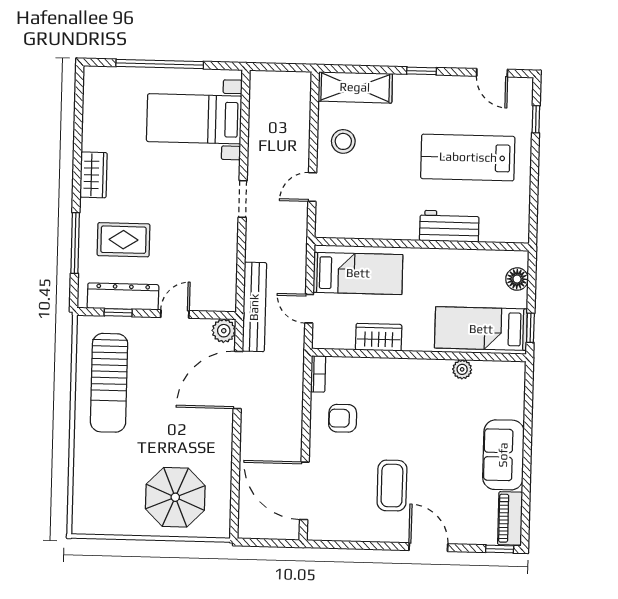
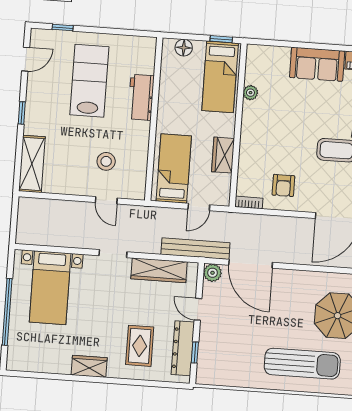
stool: (343, 141) -> (106, 161), moved
lab bench: (468, 157) -> (89, 81), turned 180
window: (75, 243) -> (140, 383), removed
wardrobe: (224, 260) -> (159, 270), added
sun lounger: (109, 383) -> (302, 364), moved

